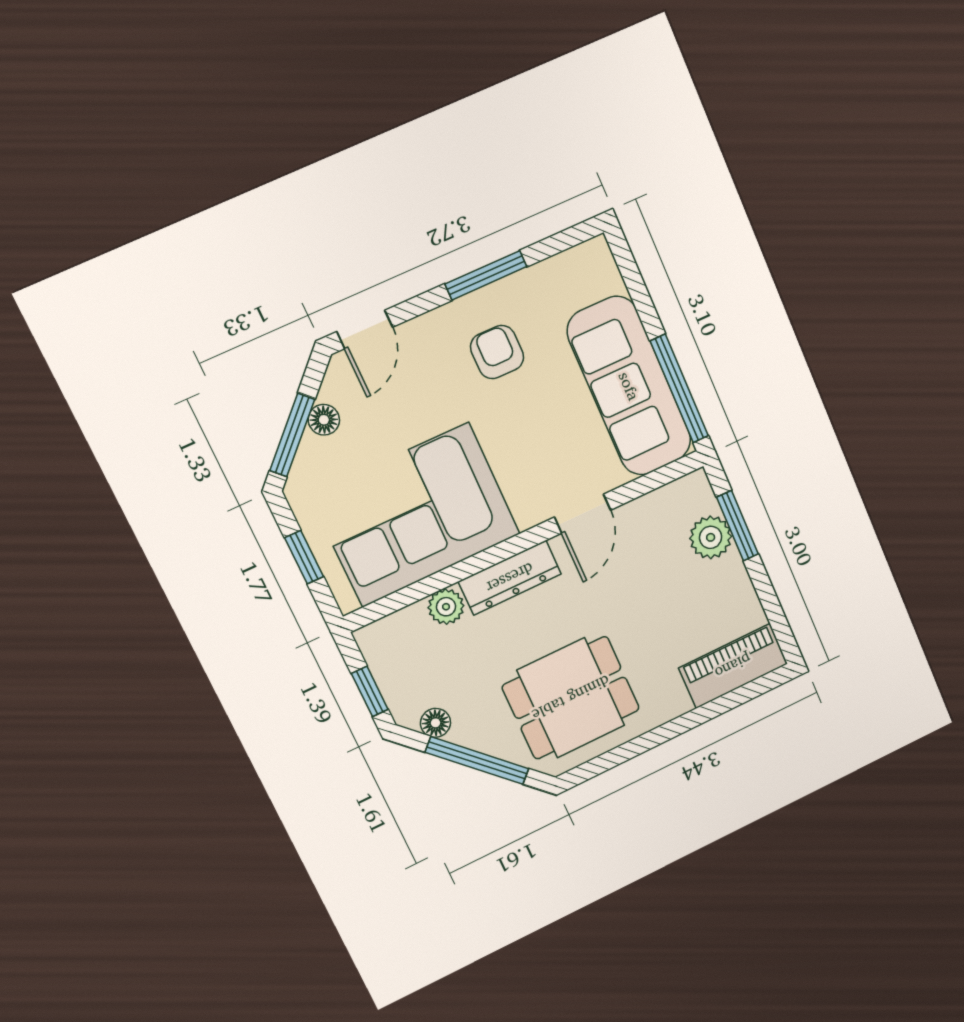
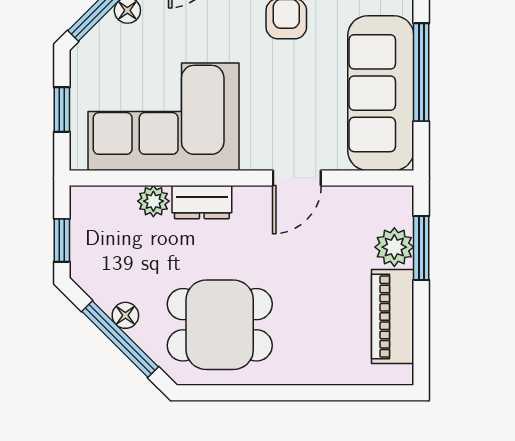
window: (679, 389) -> (421, 72), moved
dresser: (510, 578) -> (202, 202), width x0.70
piano: (733, 666) -> (393, 317), moved, turned -90
floor lamp: (436, 723) -> (125, 315), moved

